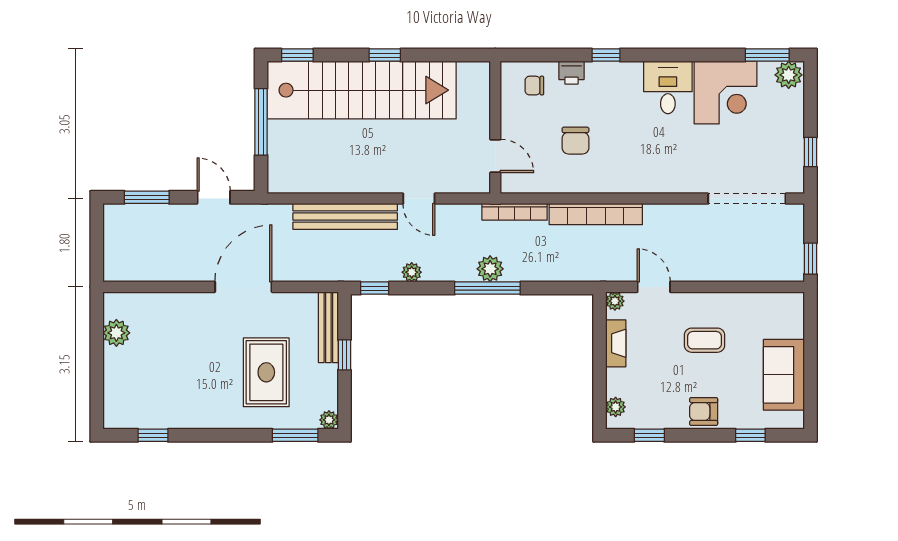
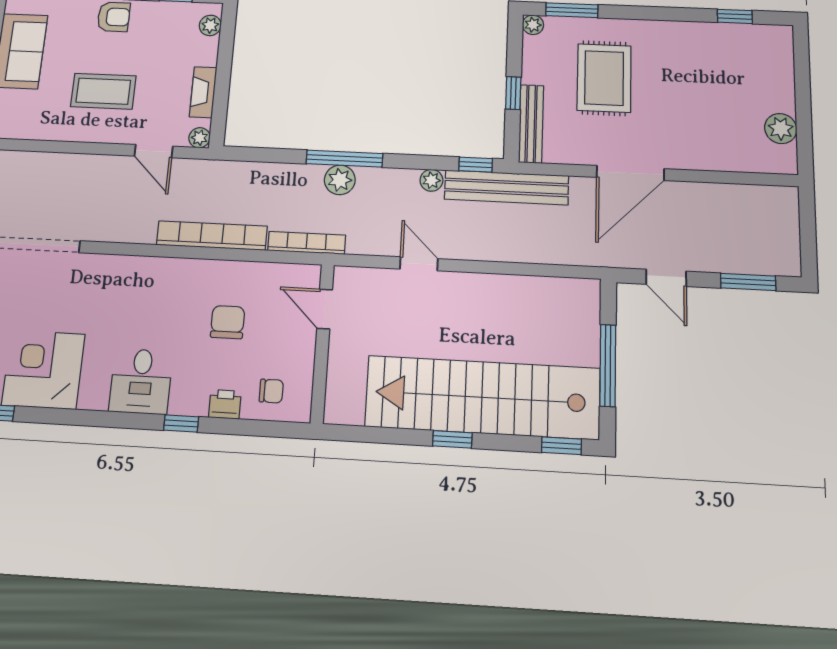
desk: (668, 87) -> (141, 381), moved
bench: (345, 216) -> (506, 187), moved
coffee table: (705, 340) -> (103, 91), width x1.36, depth x1.30

